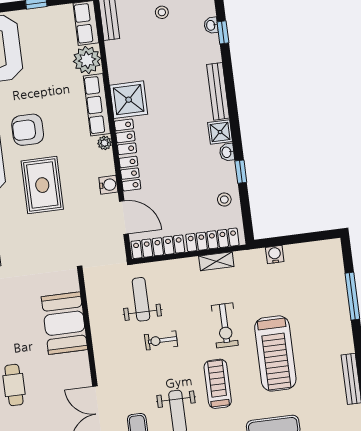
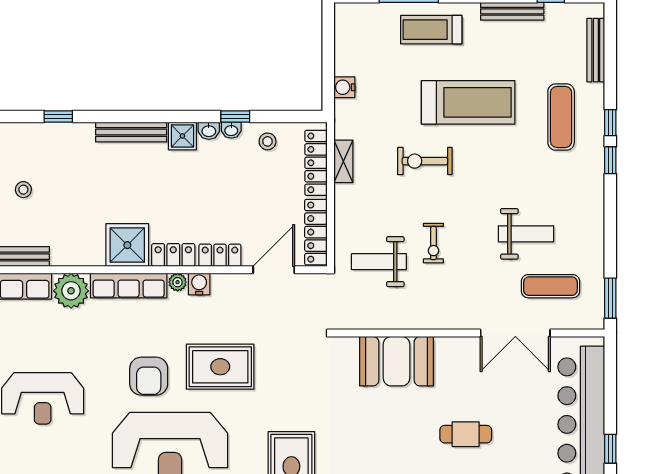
washbasin: (211, 25) -> (231, 130), moved
water cooler: (108, 185) -> (199, 284), moved
exercise bike: (225, 325) -> (425, 161), turned 180
treadmill: (218, 384) -> (431, 30), moved

